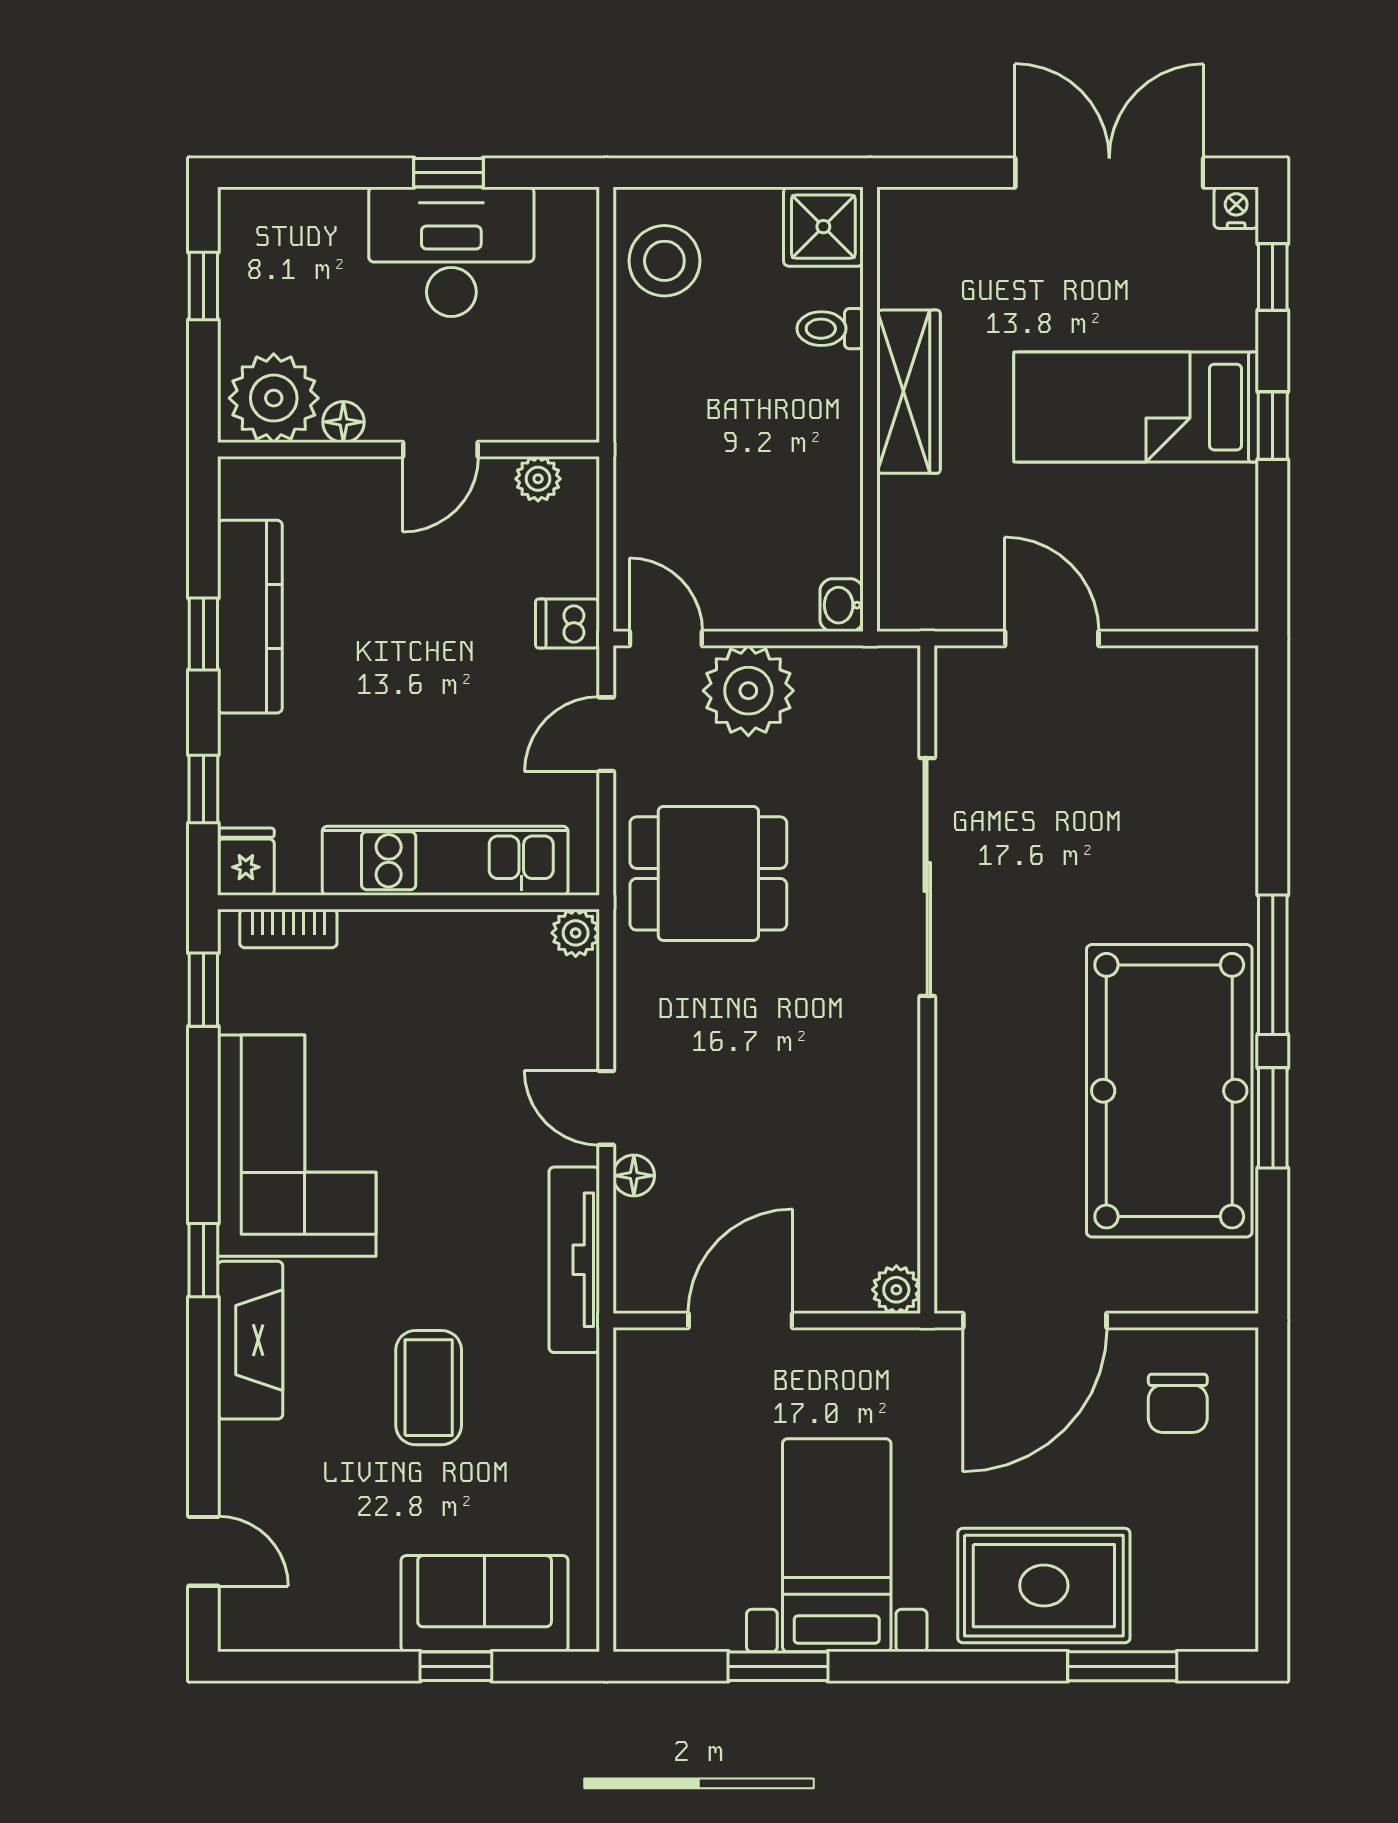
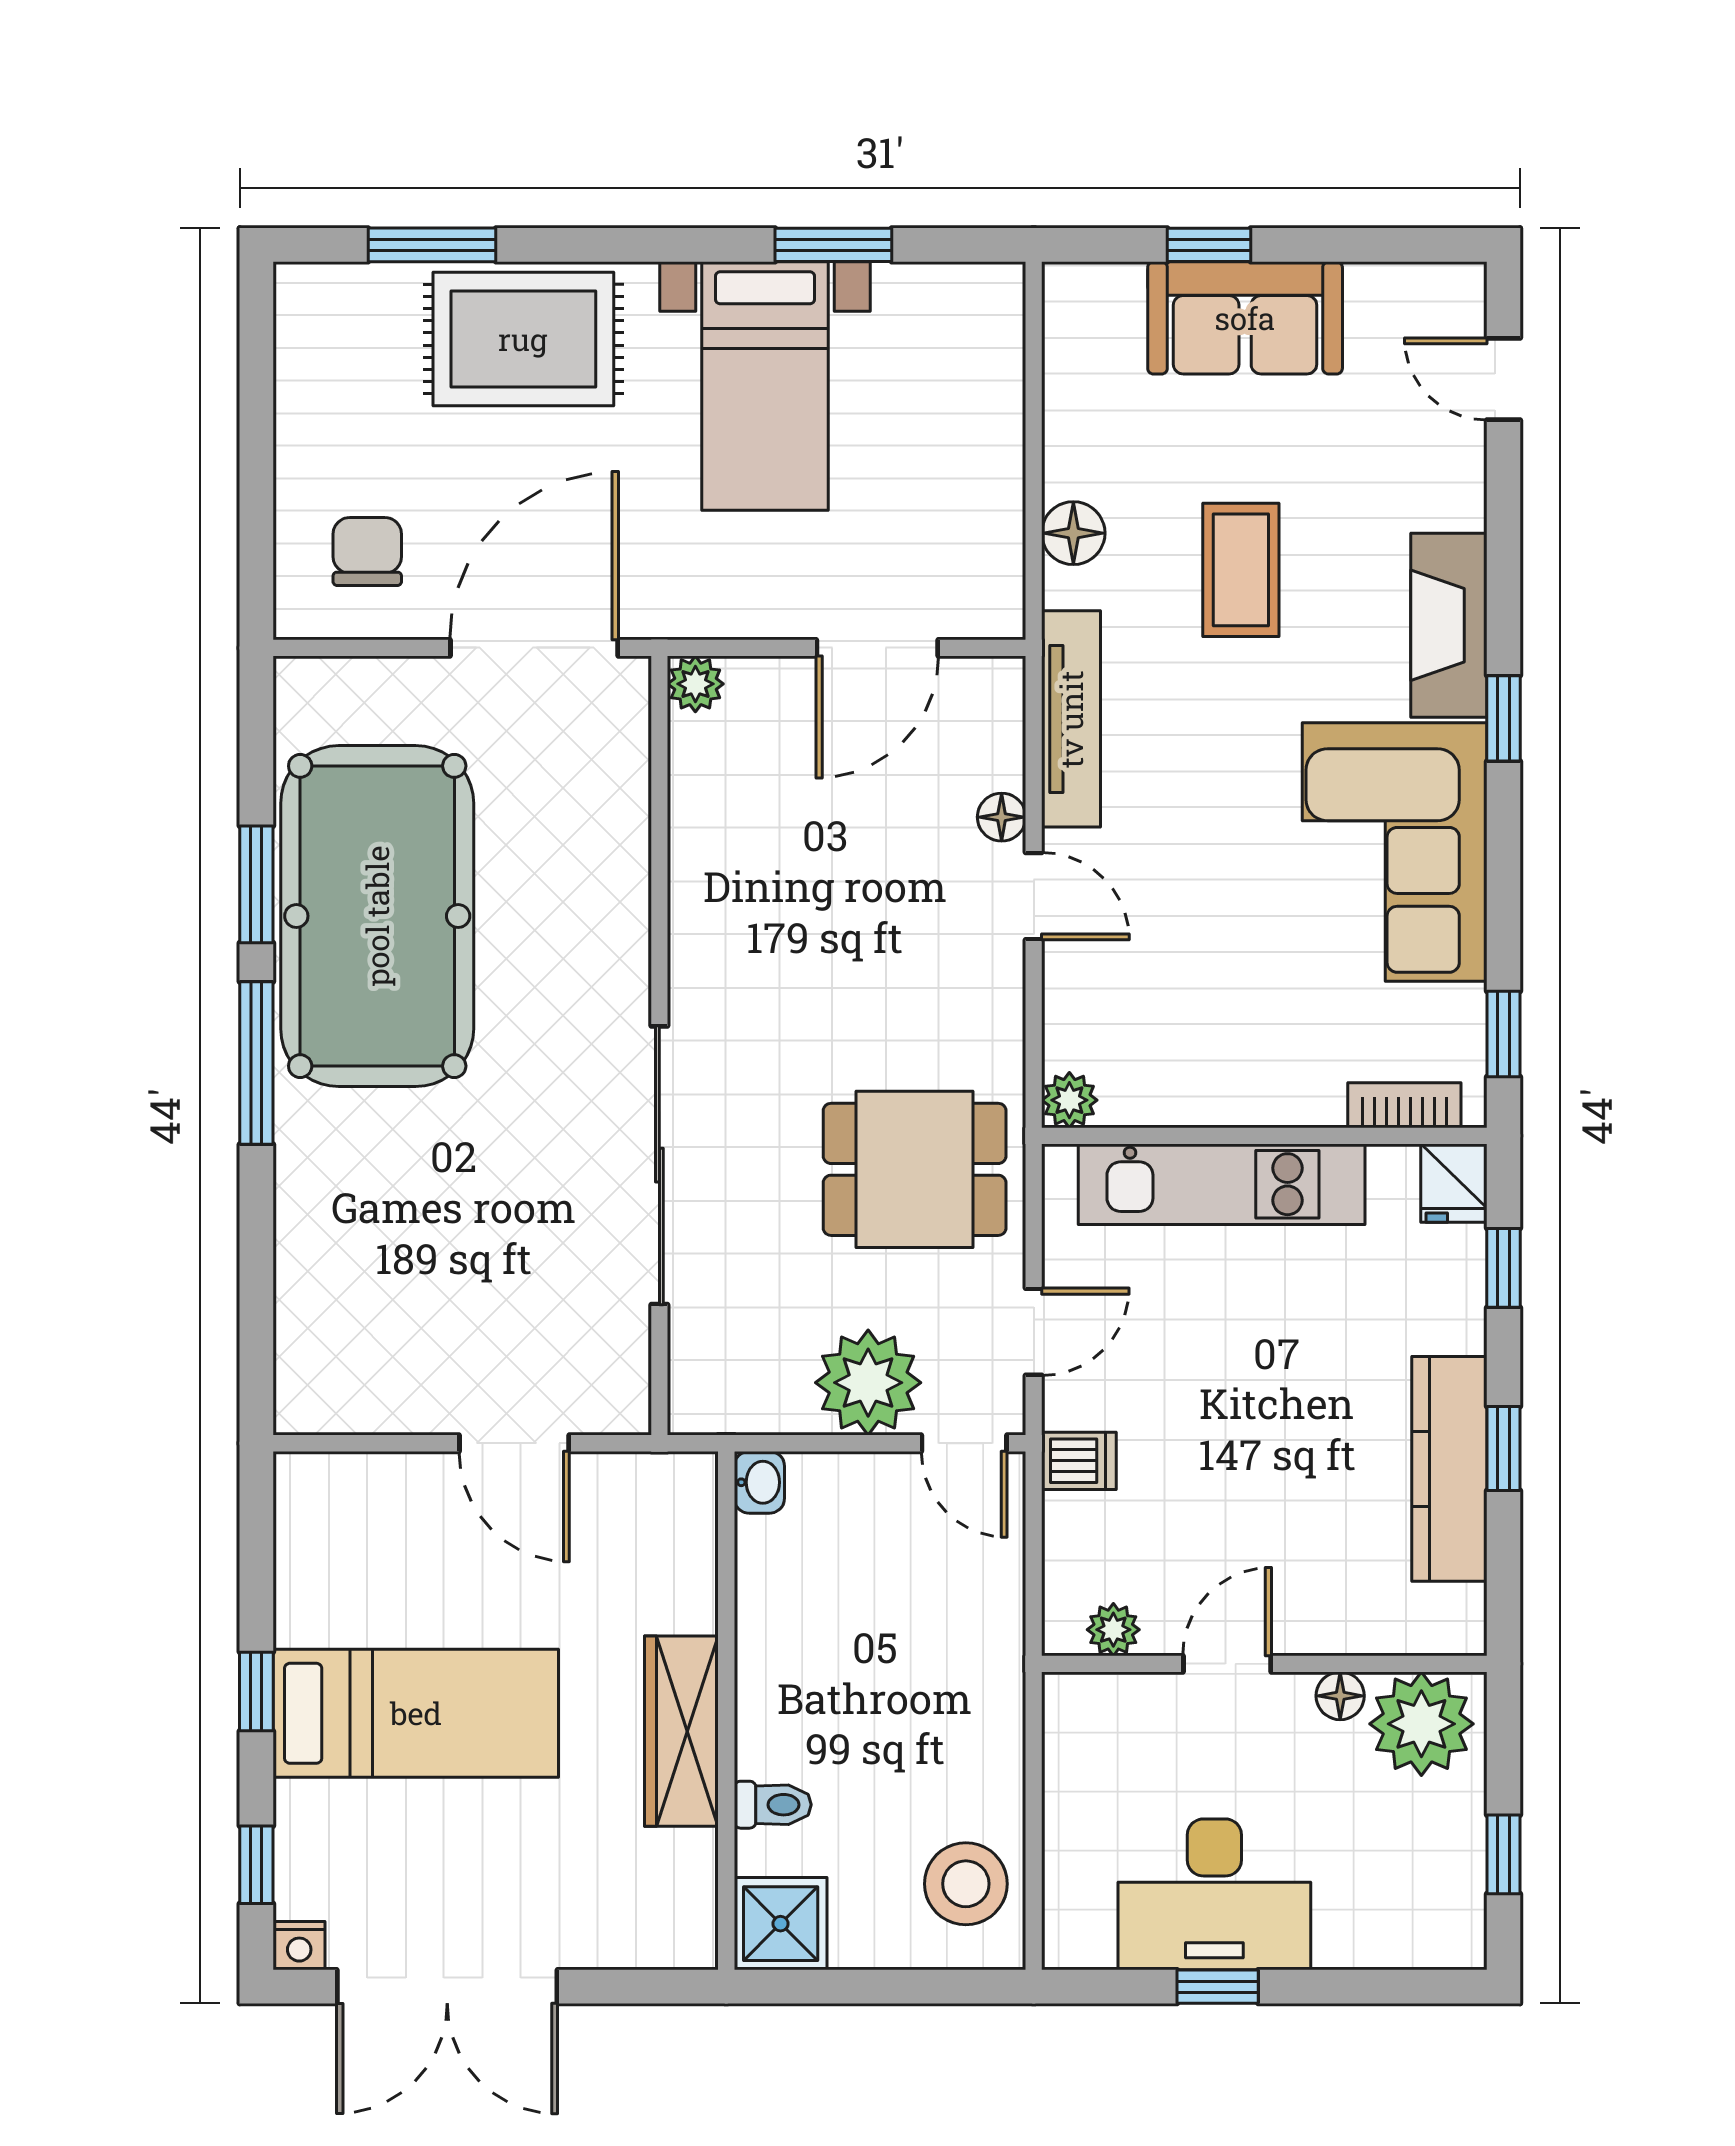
floor lamp: (572, 1419) -> (1073, 533), added
sofa: (485, 1604) -> (1245, 318), moved

